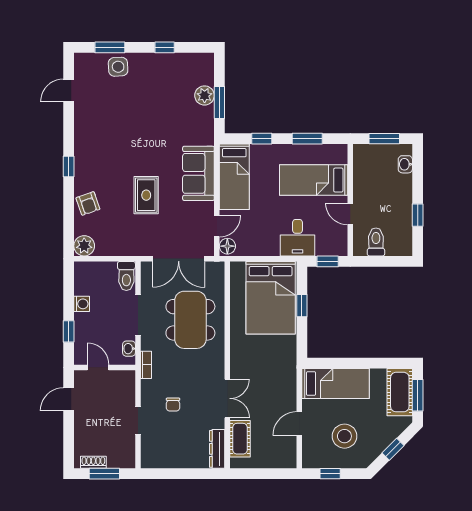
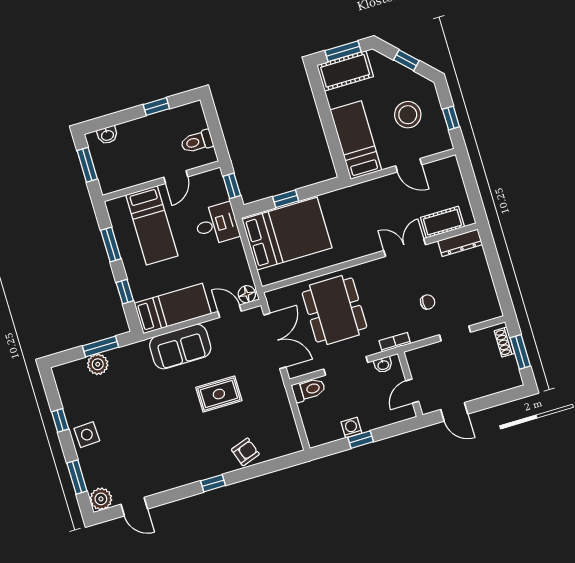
side table: (118, 67) -> (87, 435), moved
plant: (84, 246) -> (101, 499), moved
dining table: (190, 320) -> (334, 310), turned 90
window: (69, 331) -> (361, 440), moved
shoe rack: (93, 462) -> (504, 342), moved

